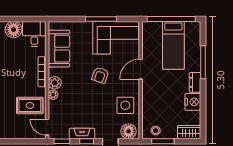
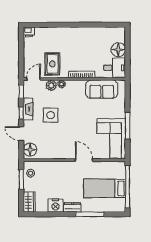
armchair: (100, 75) -> (79, 125), removed
plant: (55, 83) -> (51, 85), moved
side table: (125, 105) -> (51, 115), moved

